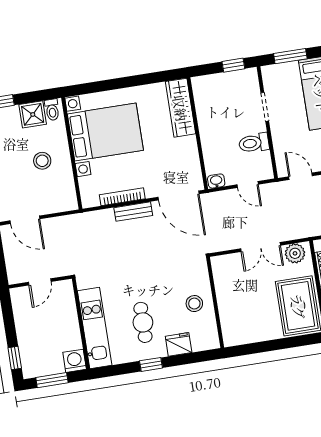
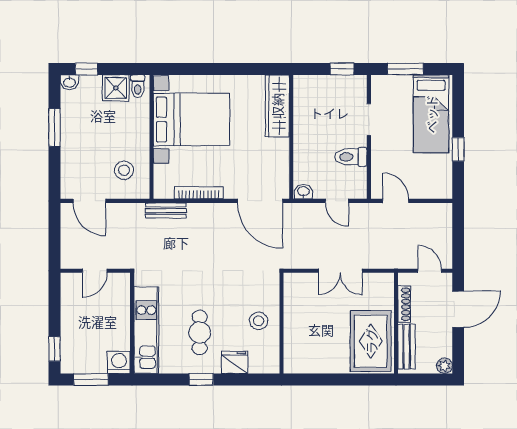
stool: (42, 161) -> (124, 170), moved
bench: (133, 212) -> (166, 211), moved
plant: (295, 253) -> (376, 284), removed

